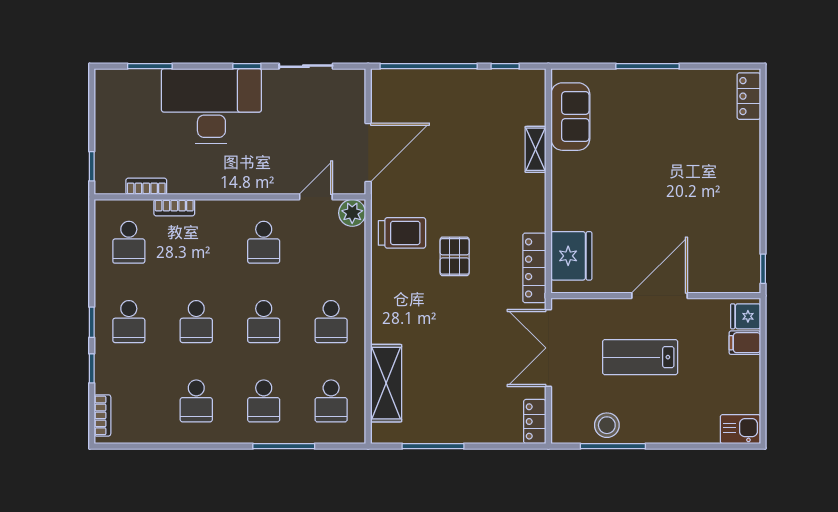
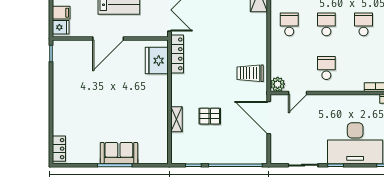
sofa: (570, 117) -> (119, 153), moved, turned 90
door: (368, 152) -> (269, 118), hinge flipped
pallet: (455, 256) -> (210, 116), moved, turned 90

